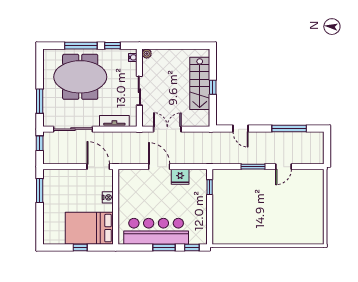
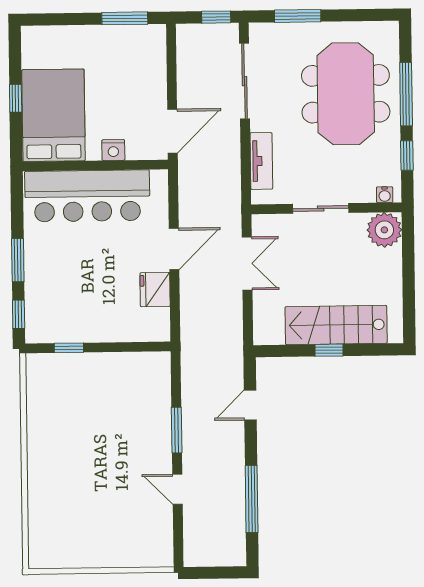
plant: (147, 54) -> (384, 230), width x1.88, depth x1.88
window: (210, 187) -> (69, 348), moved
bar counter: (156, 231) -> (87, 196), moved, turned 90

